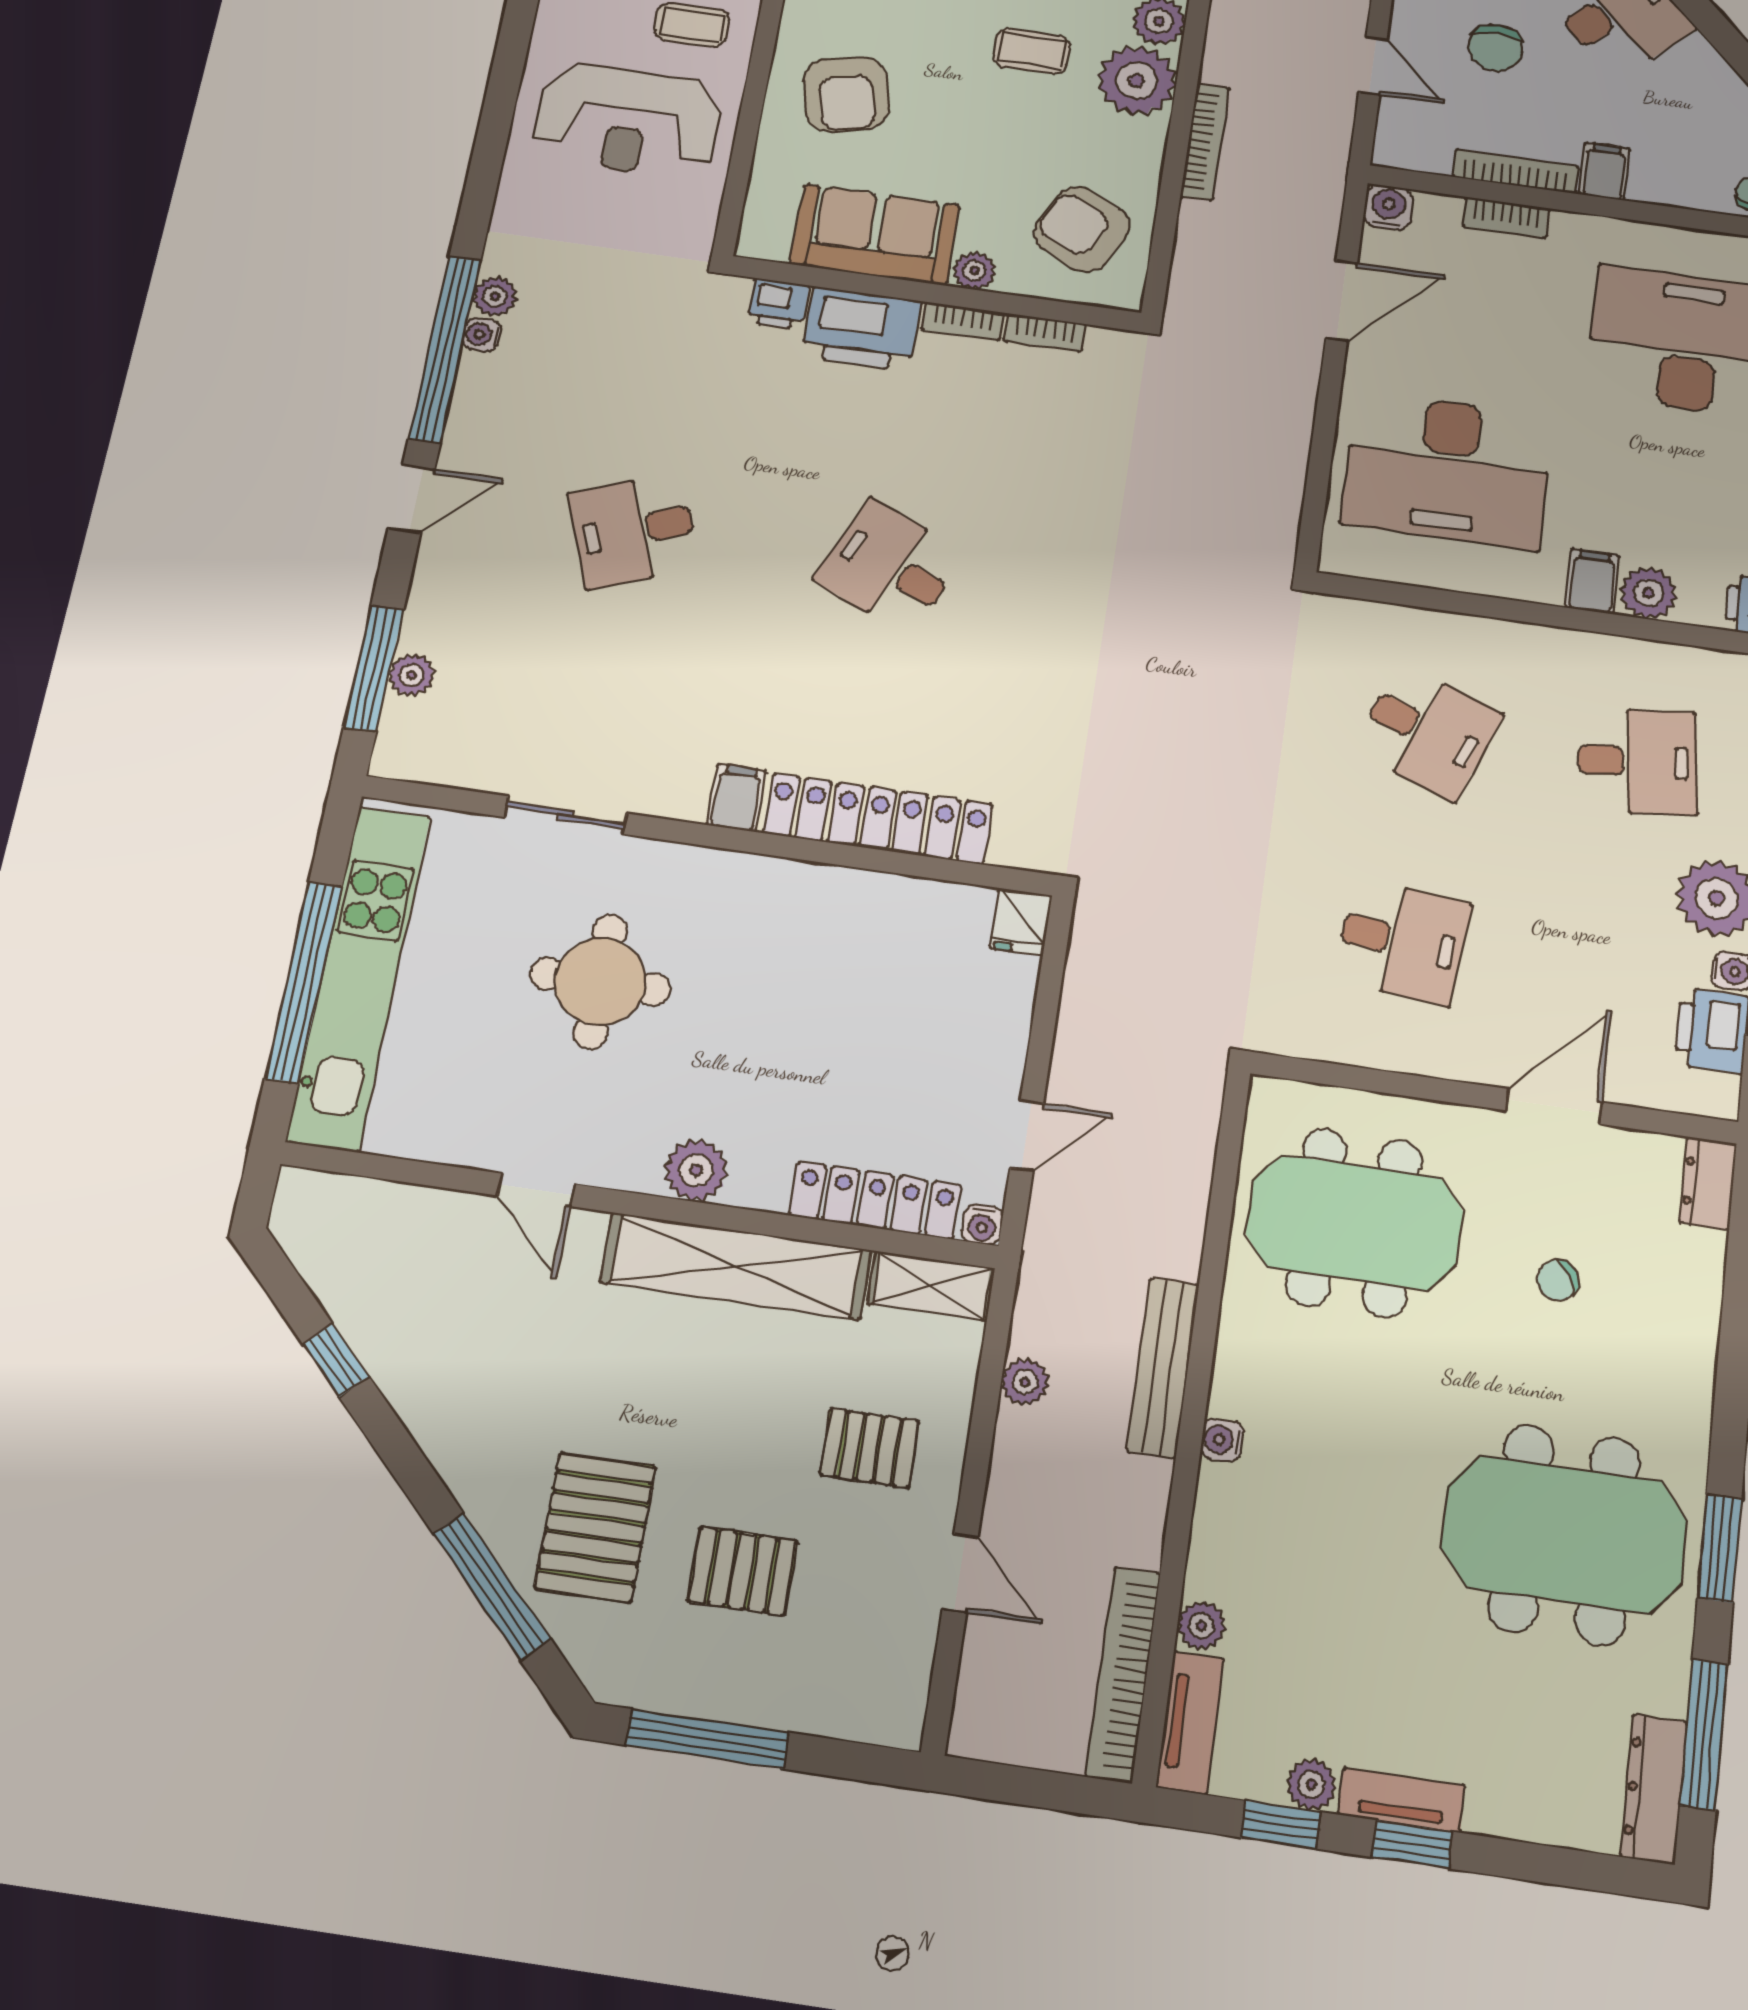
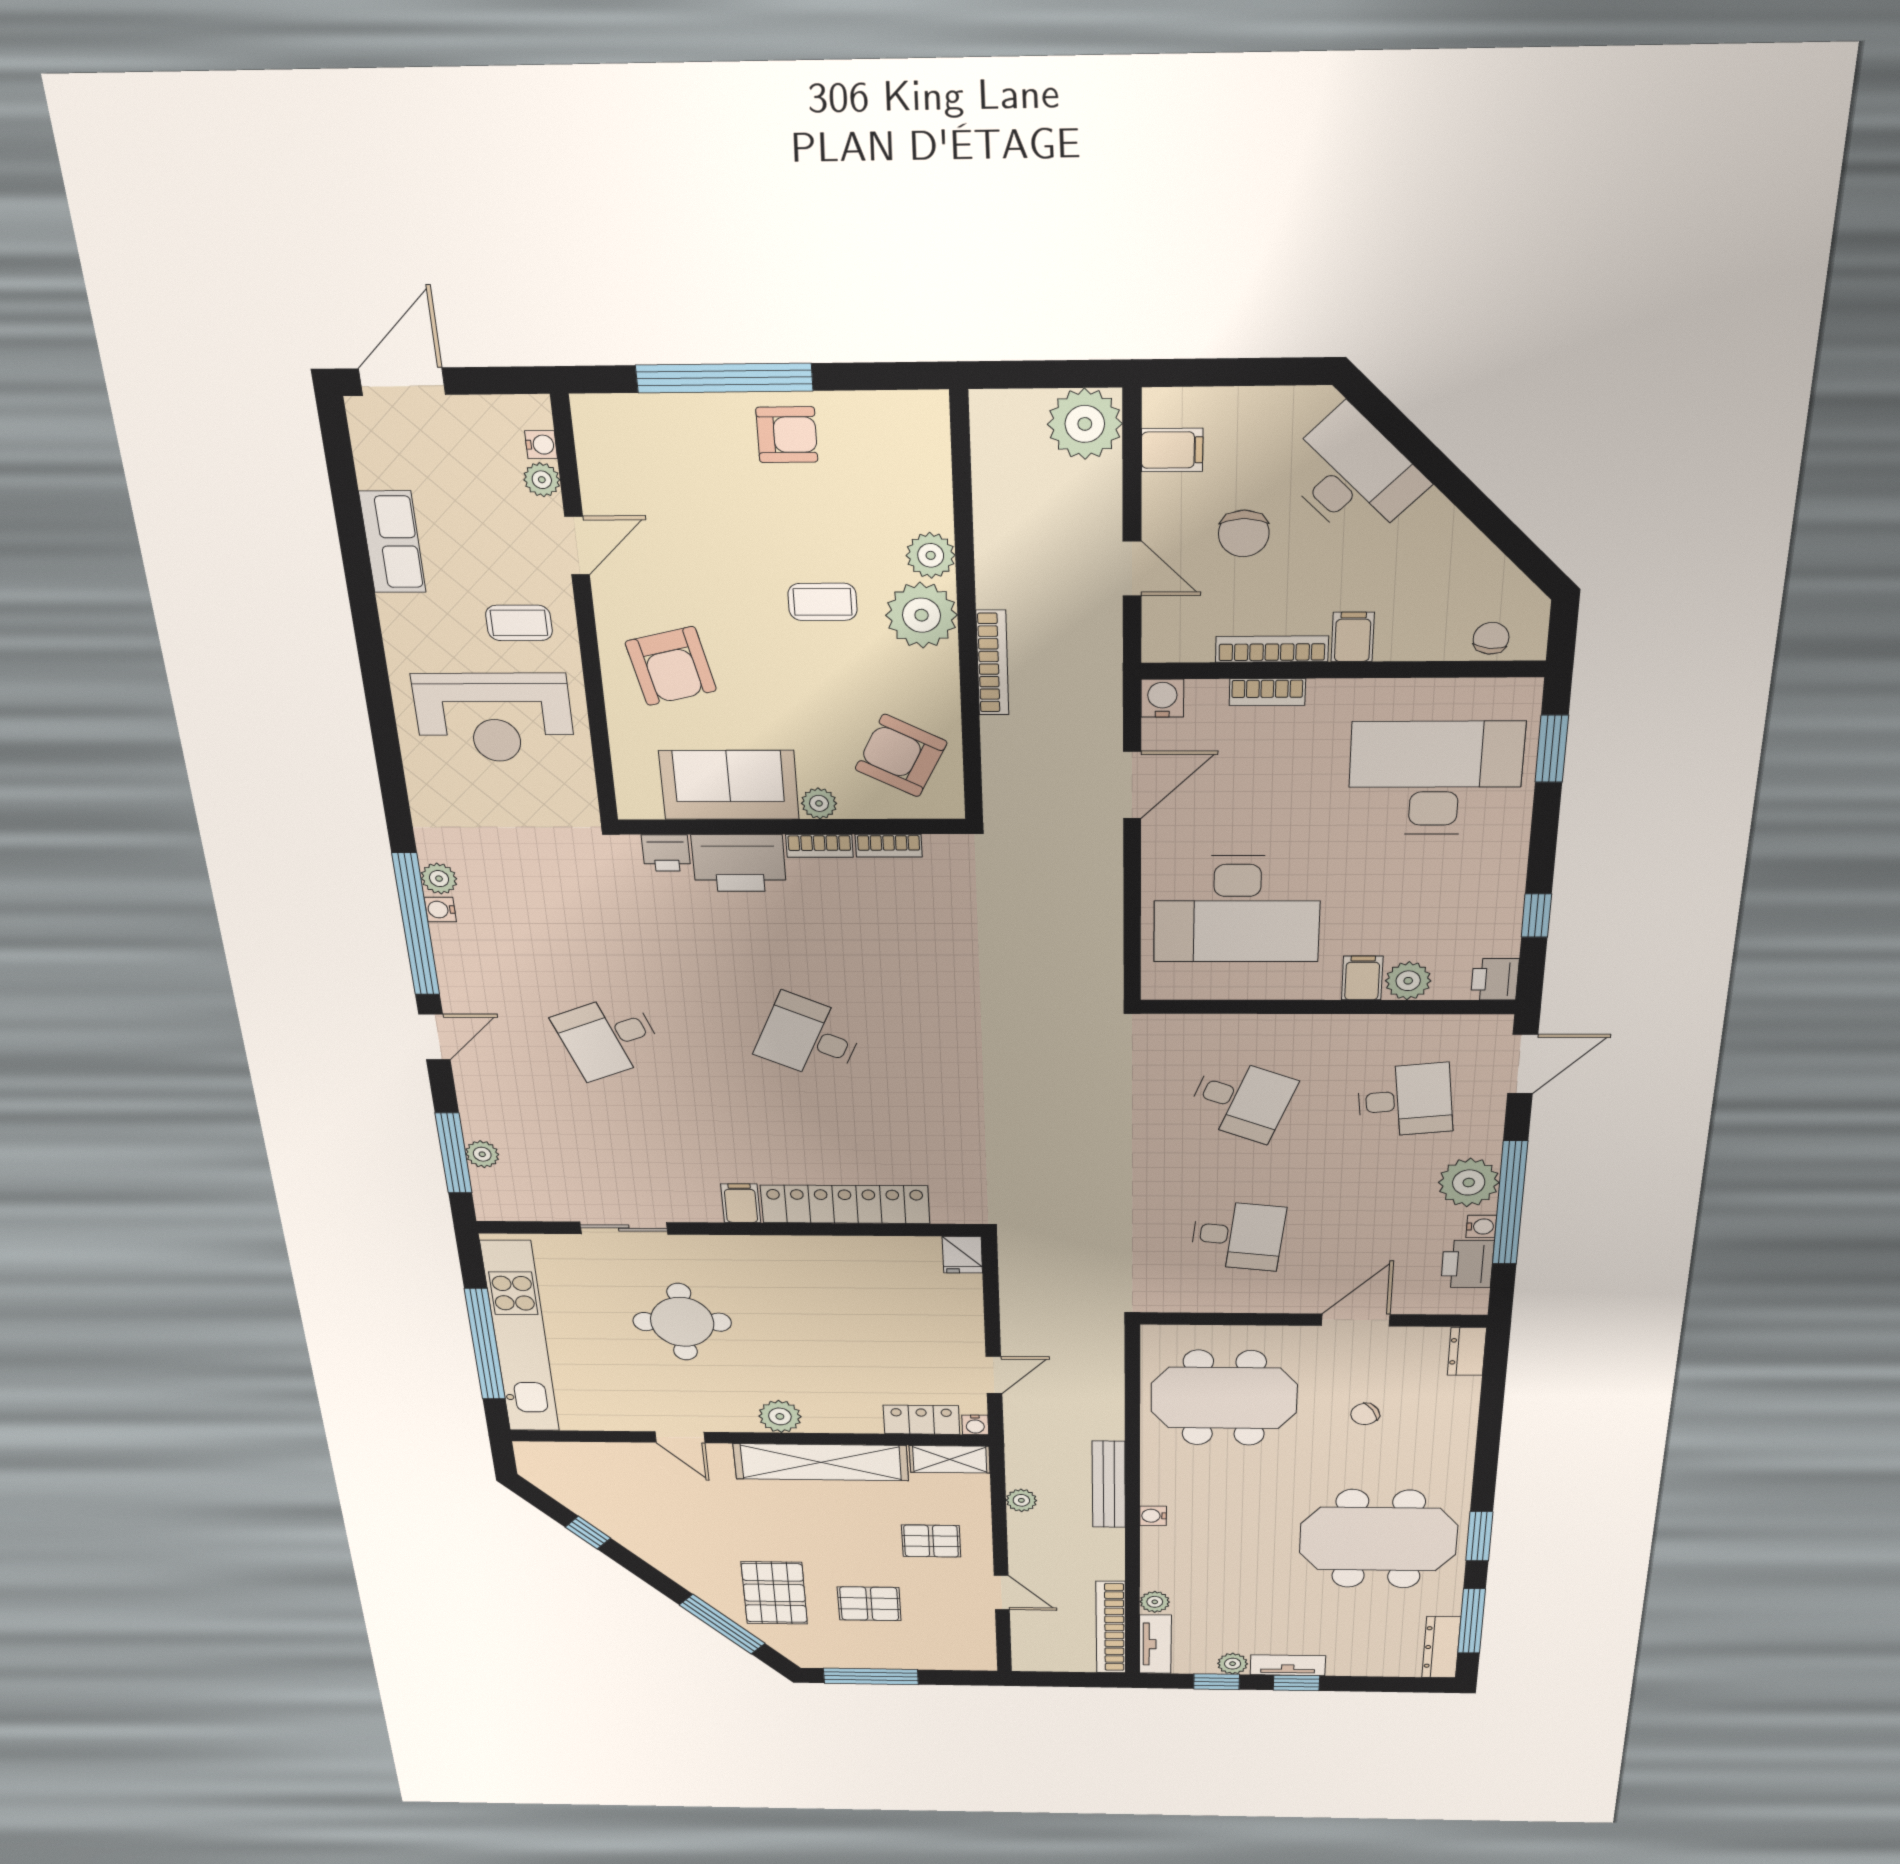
locker: (875, 1200) -> (921, 1420), width x0.66

